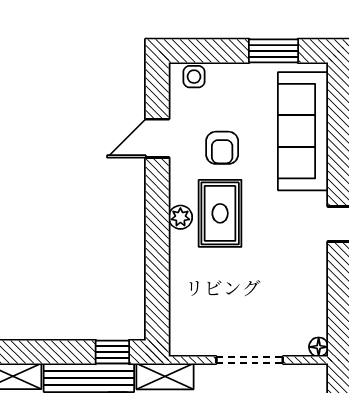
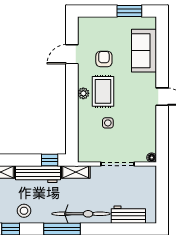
side table: (194, 77) -> (108, 123), moved
sofa: (303, 131) -> (144, 51), width x0.73
armchair: (222, 148) -> (104, 59), turned 180

